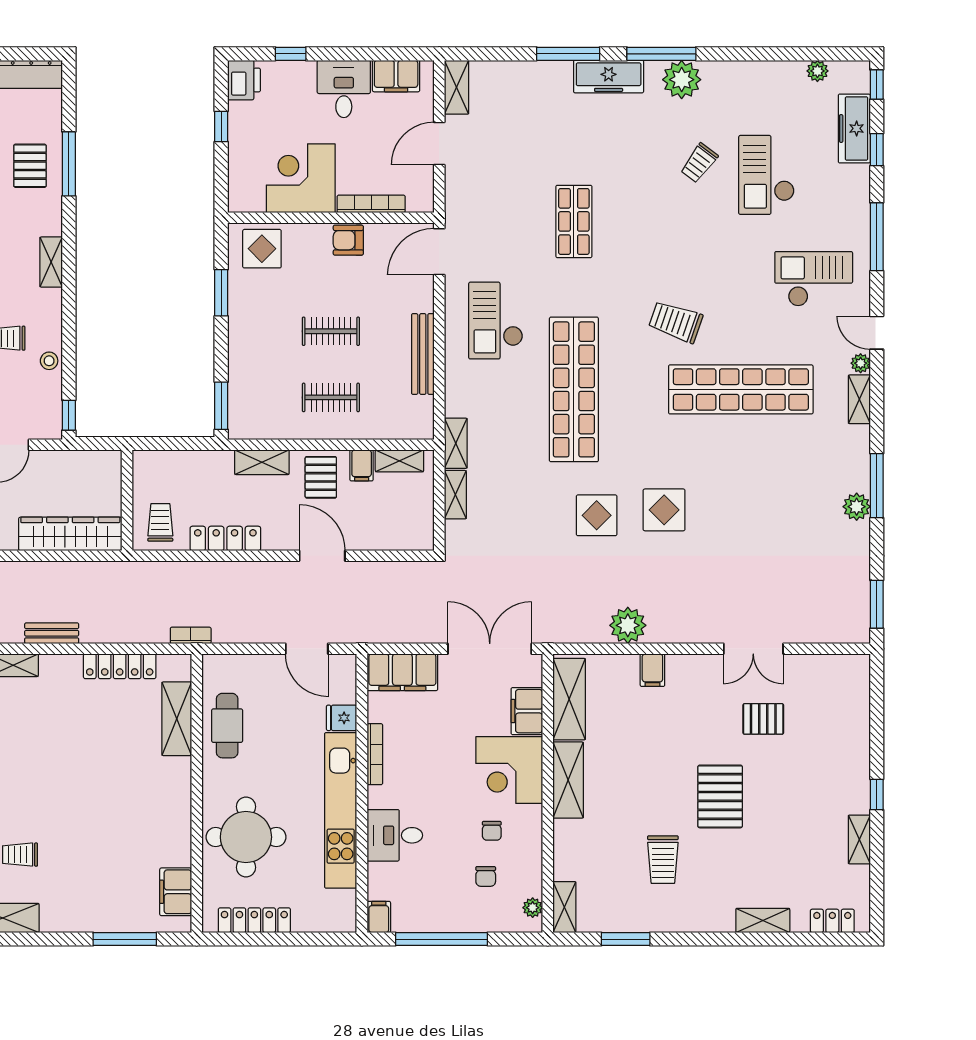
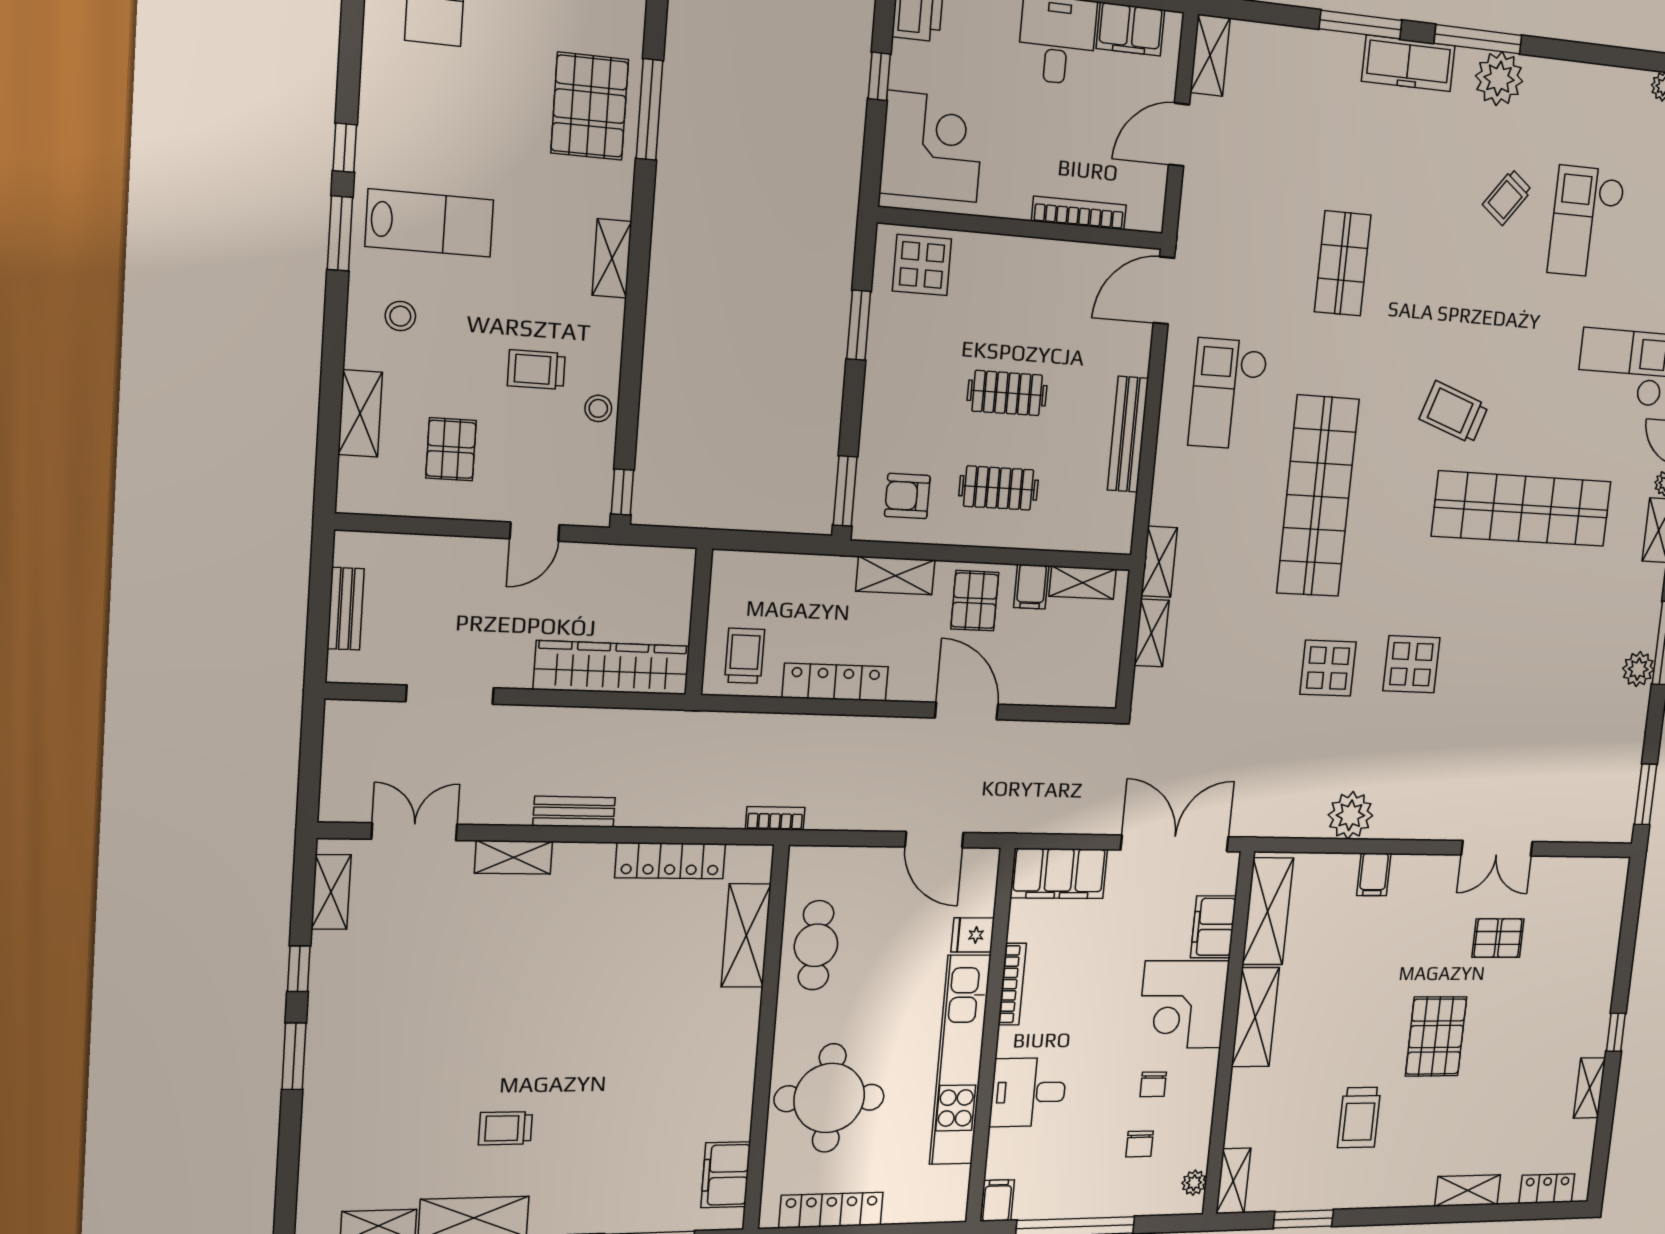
pallet: (30, 166) -> (590, 106), width x1.50, depth x1.42
corner desk: (301, 178) -> (932, 147), moved, turned 90
armchair: (348, 240) -> (907, 496), moved

